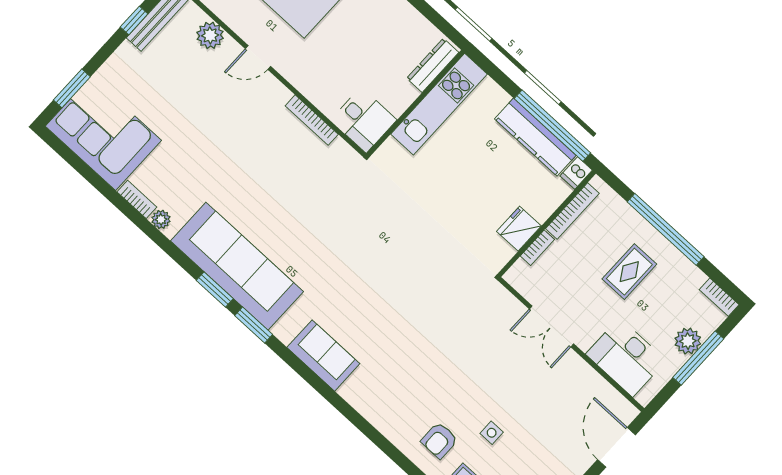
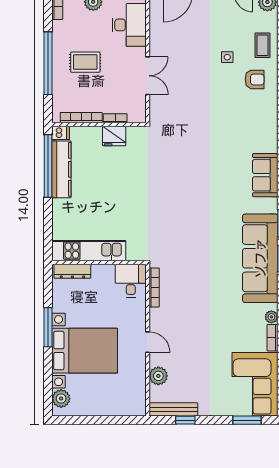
dresser: (433, 65) -> (72, 271), moved
wall: (415, 103) -> (99, 263), moved
kitchen unit: (439, 104) -> (89, 251), moved
desk: (364, 120) -> (131, 281), moved

